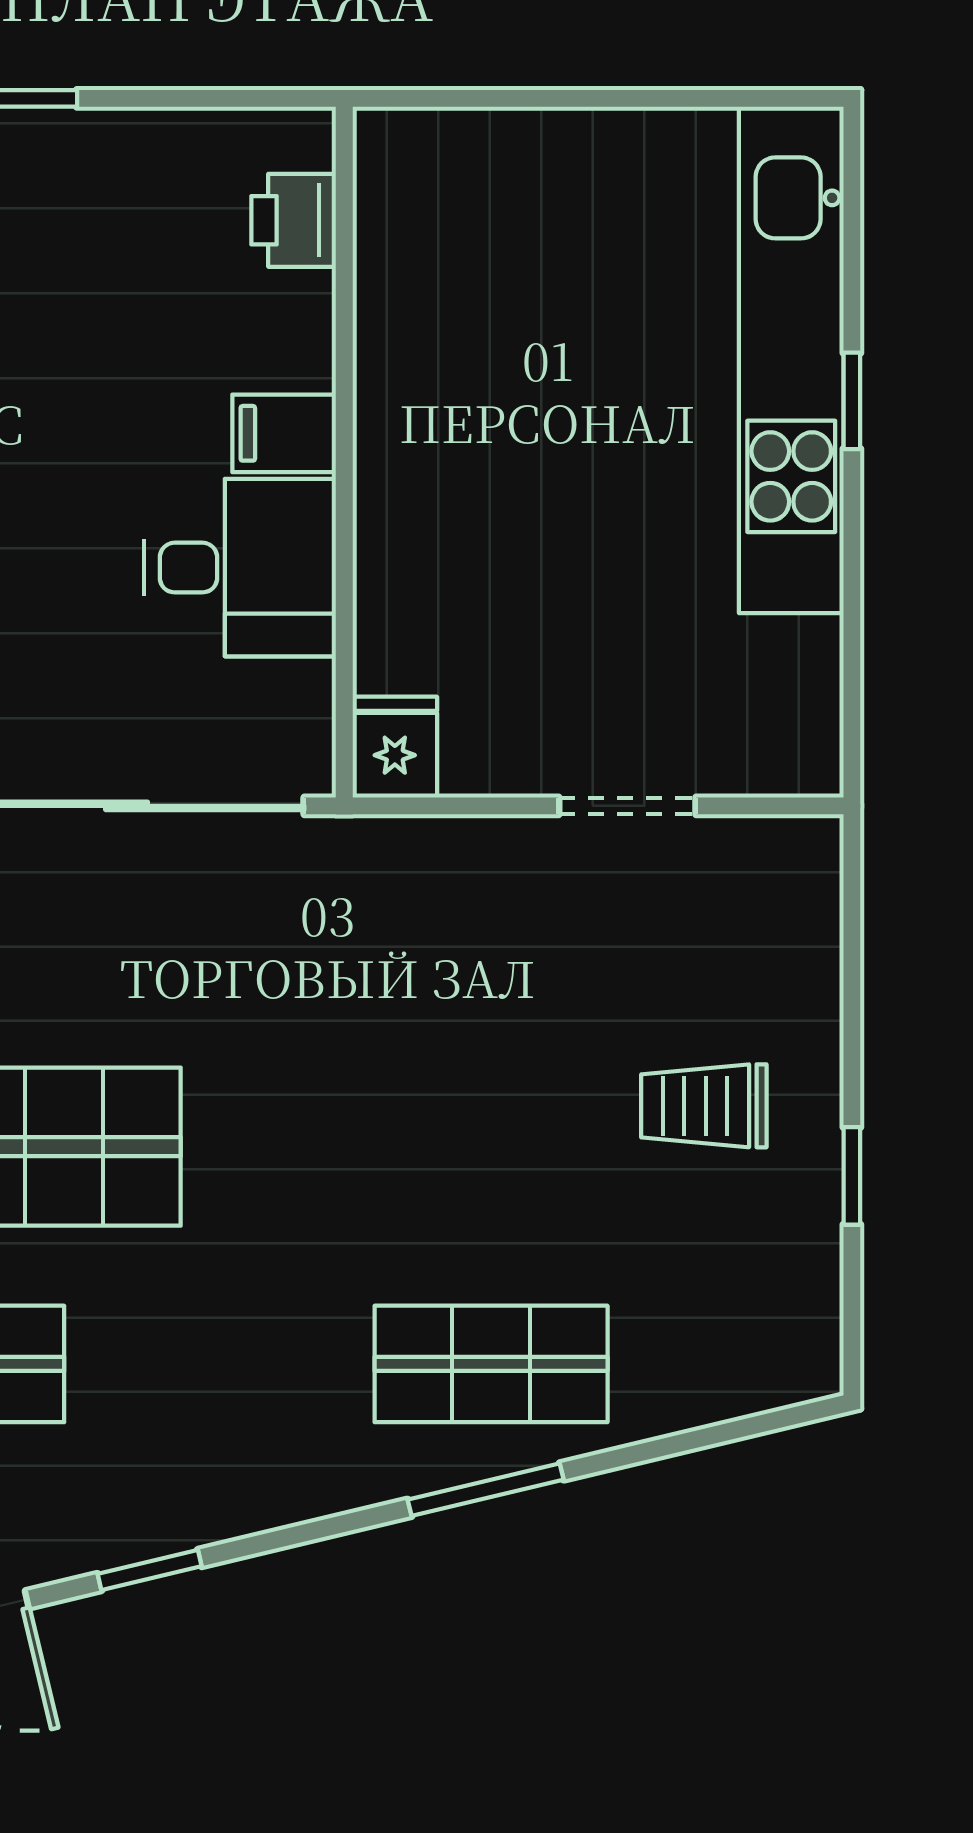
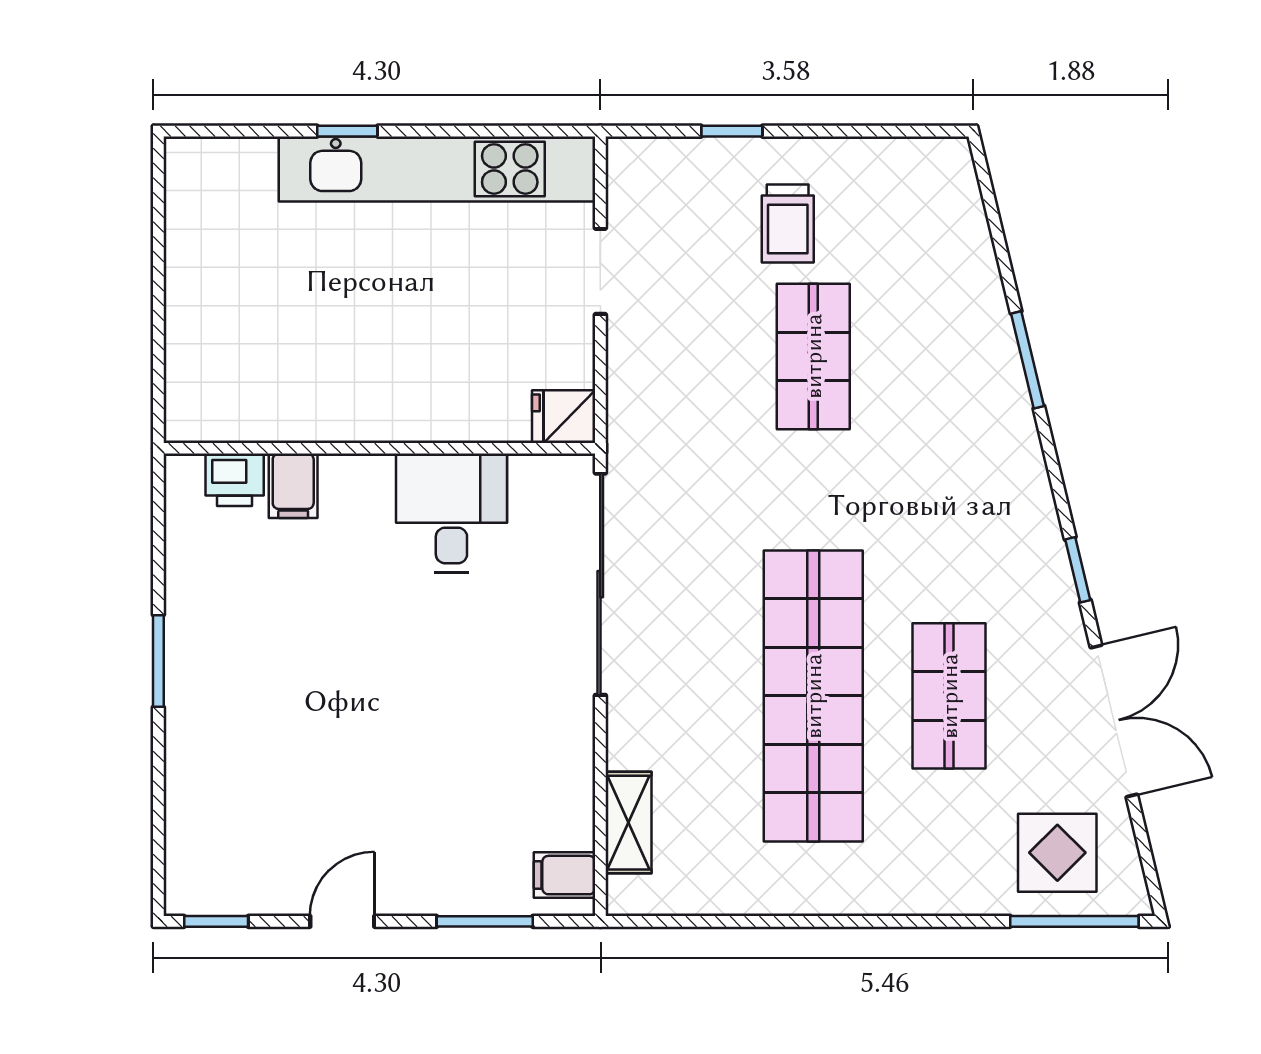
kitchen unit: (791, 360) -> (437, 169), moved
filing cabinet: (284, 433) -> (293, 486), moved
window: (852, 1176) -> (732, 131), moved
shop shelf: (491, 1364) -> (813, 356), moved

